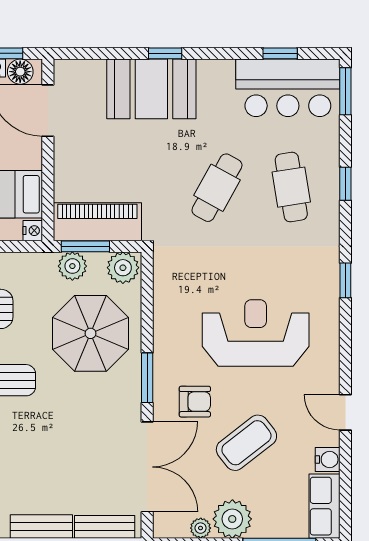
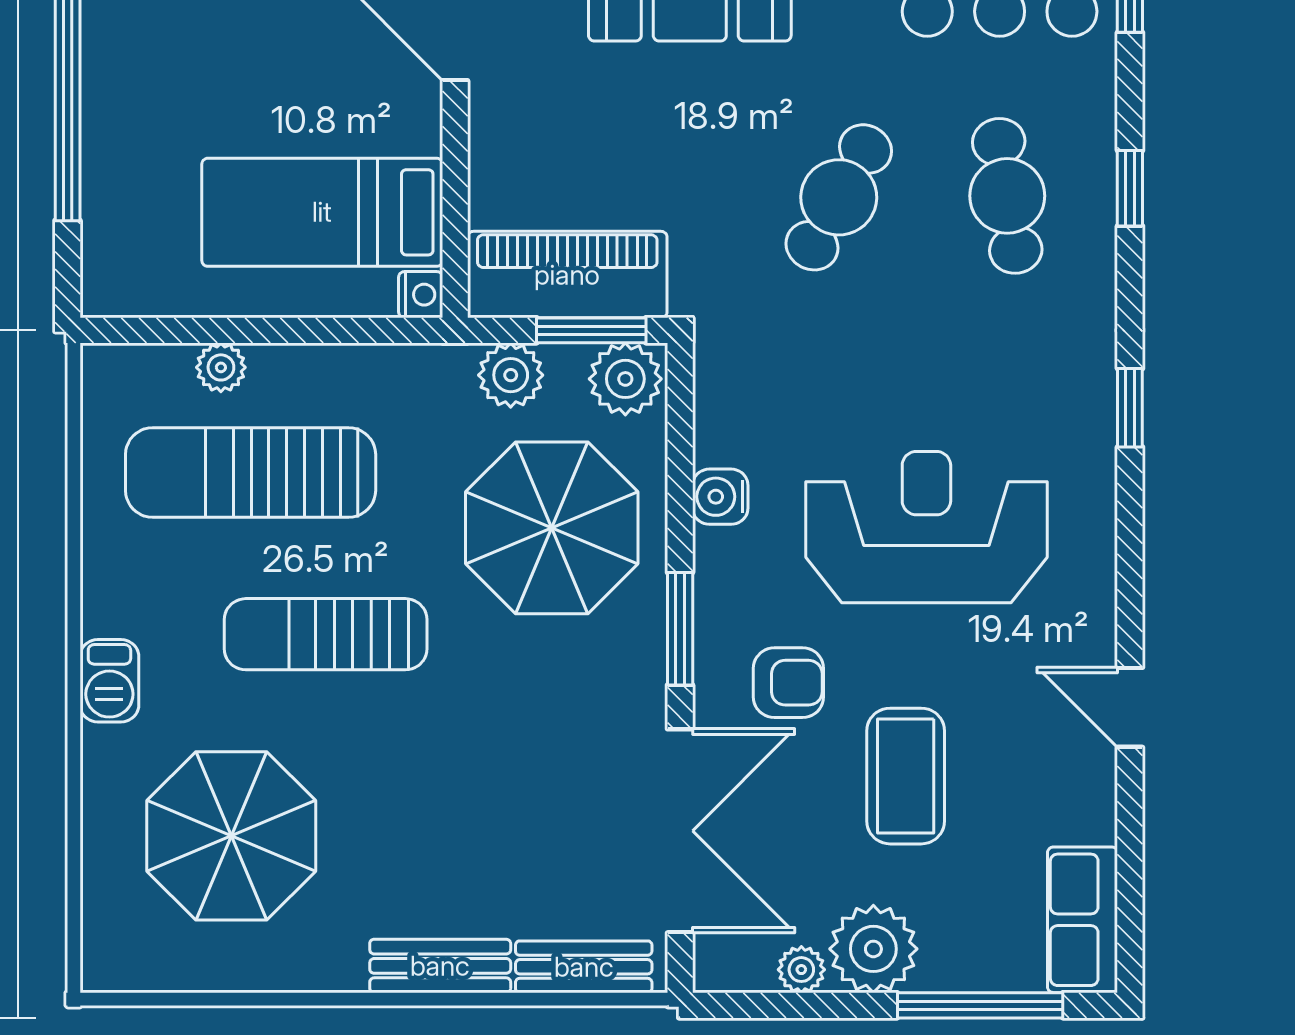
window: (85, 246) -> (591, 330), moved
coffee table: (246, 443) -> (906, 776), turned -52
water cooler: (328, 460) -> (720, 497), moved, turned 180

